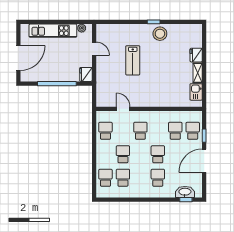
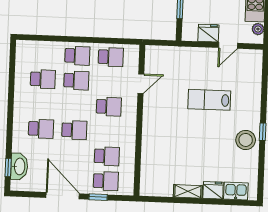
fridge: (86, 74) -> (208, 33), moved
kitchen sink: (196, 92) -> (236, 191), moved
school desk: (105, 178) -> (77, 56), moved

